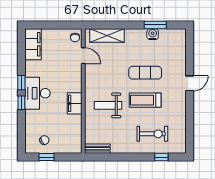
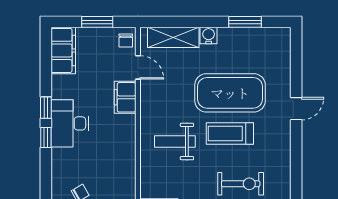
window: (56, 25) -> (97, 22), added
water cooler: (153, 34) -> (209, 35), moved
exercise mat: (145, 73) -> (230, 93), width x2.00, depth x1.45
filing cabinet: (75, 103) -> (125, 97), moved

